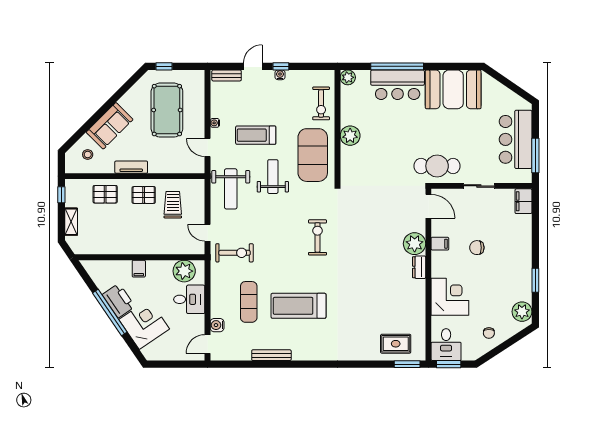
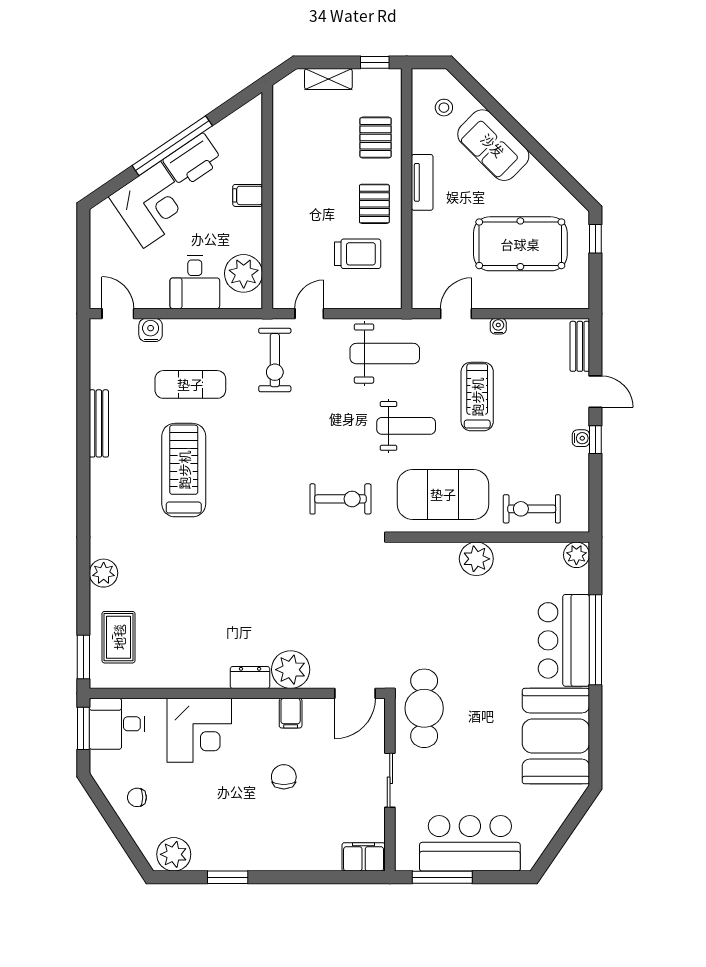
weight bench: (231, 189) -> (385, 354), turned 180
exercise bike: (317, 237) -> (341, 499), moved
plant: (358, 352) -> (104, 573), added

